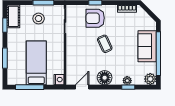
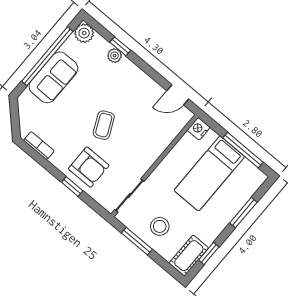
floor lamp: (105, 78) -> (140, 83), removed

